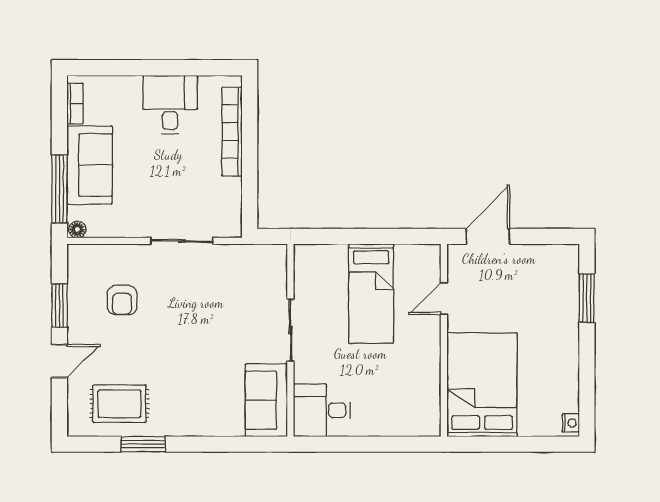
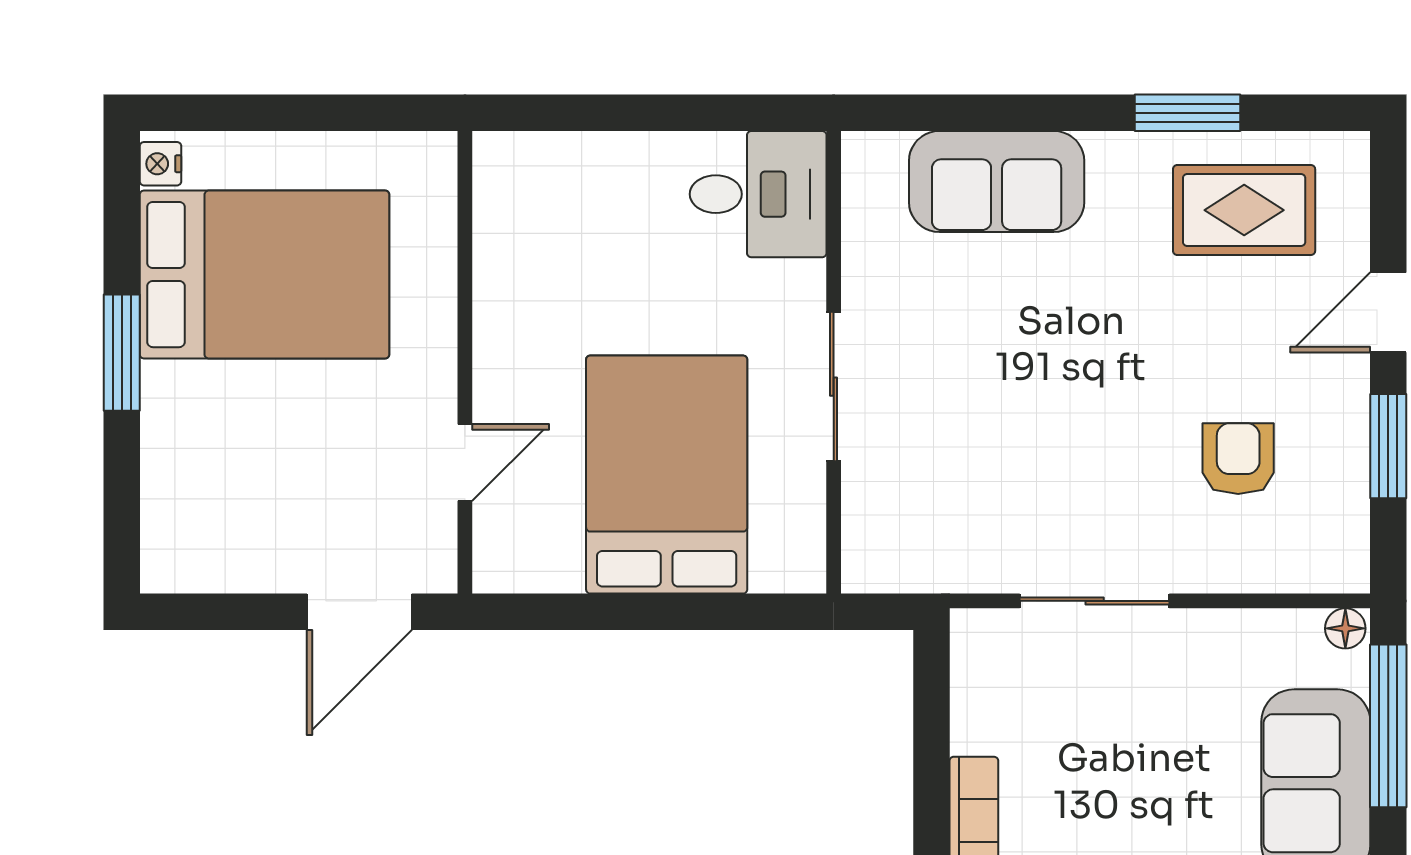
bed: (371, 294) -> (667, 475), width x1.50
window: (587, 298) -> (122, 353), moved
bed: (482, 385) -> (265, 275), moved, turned -90
sofa: (266, 400) -> (997, 181), moved, turned 90

